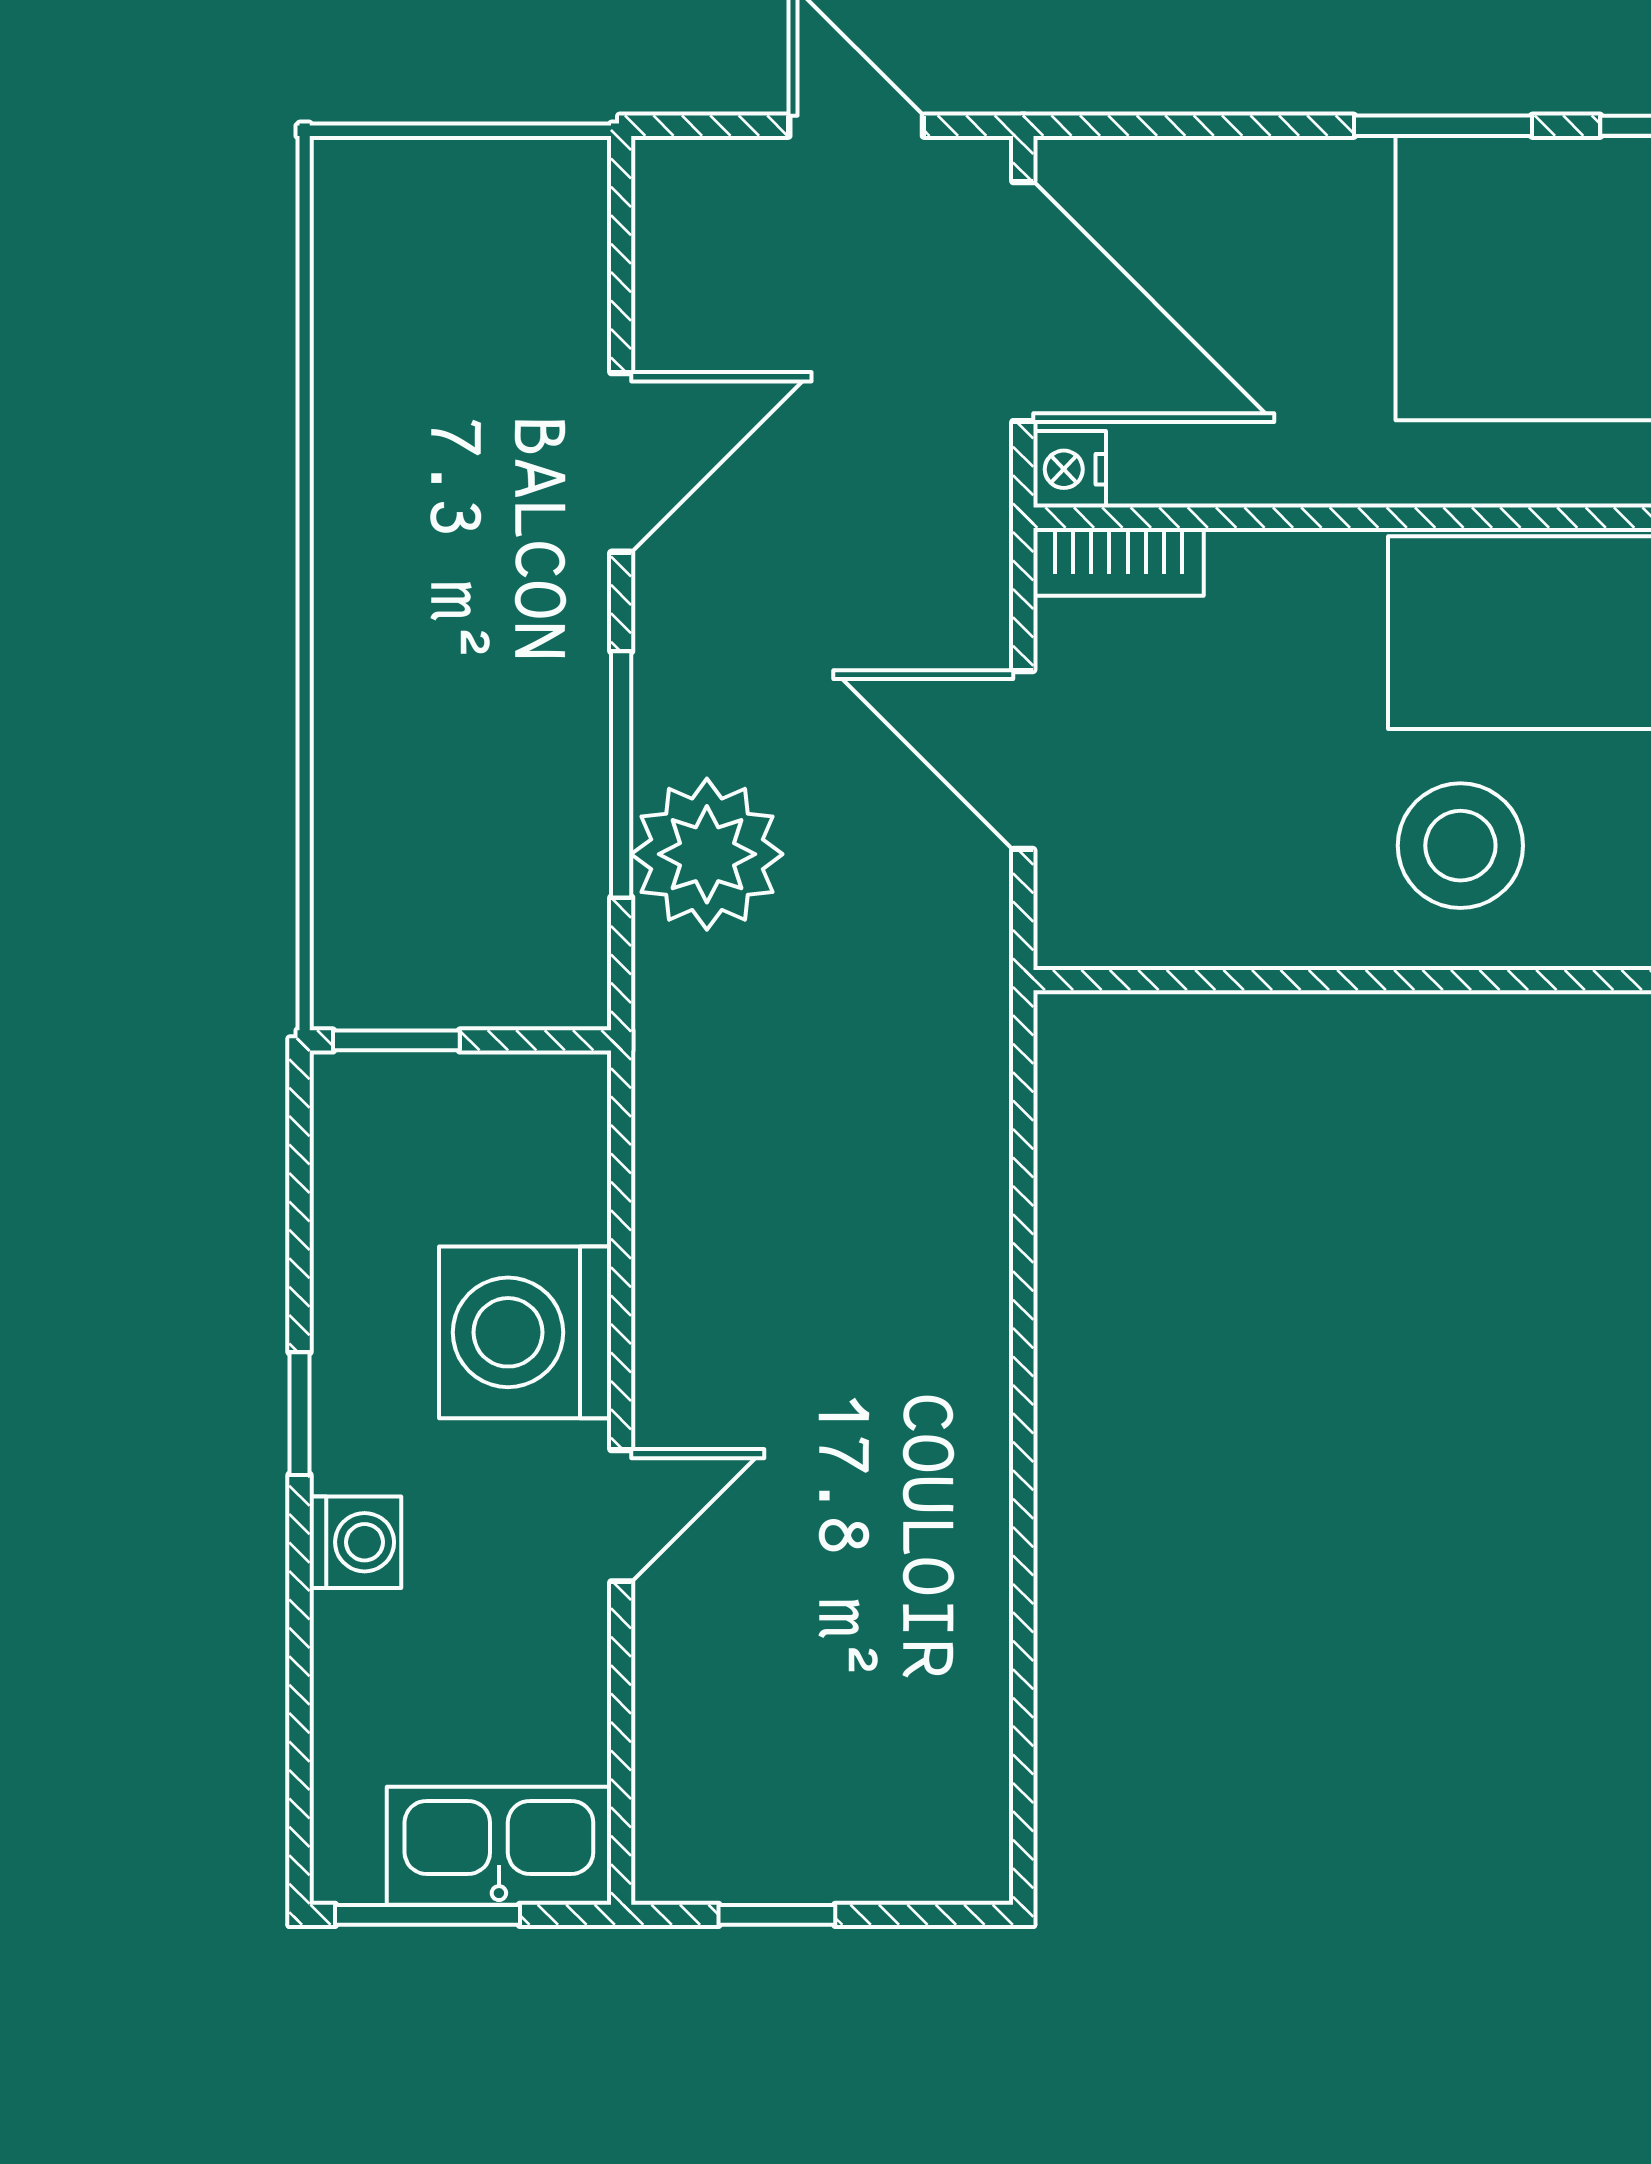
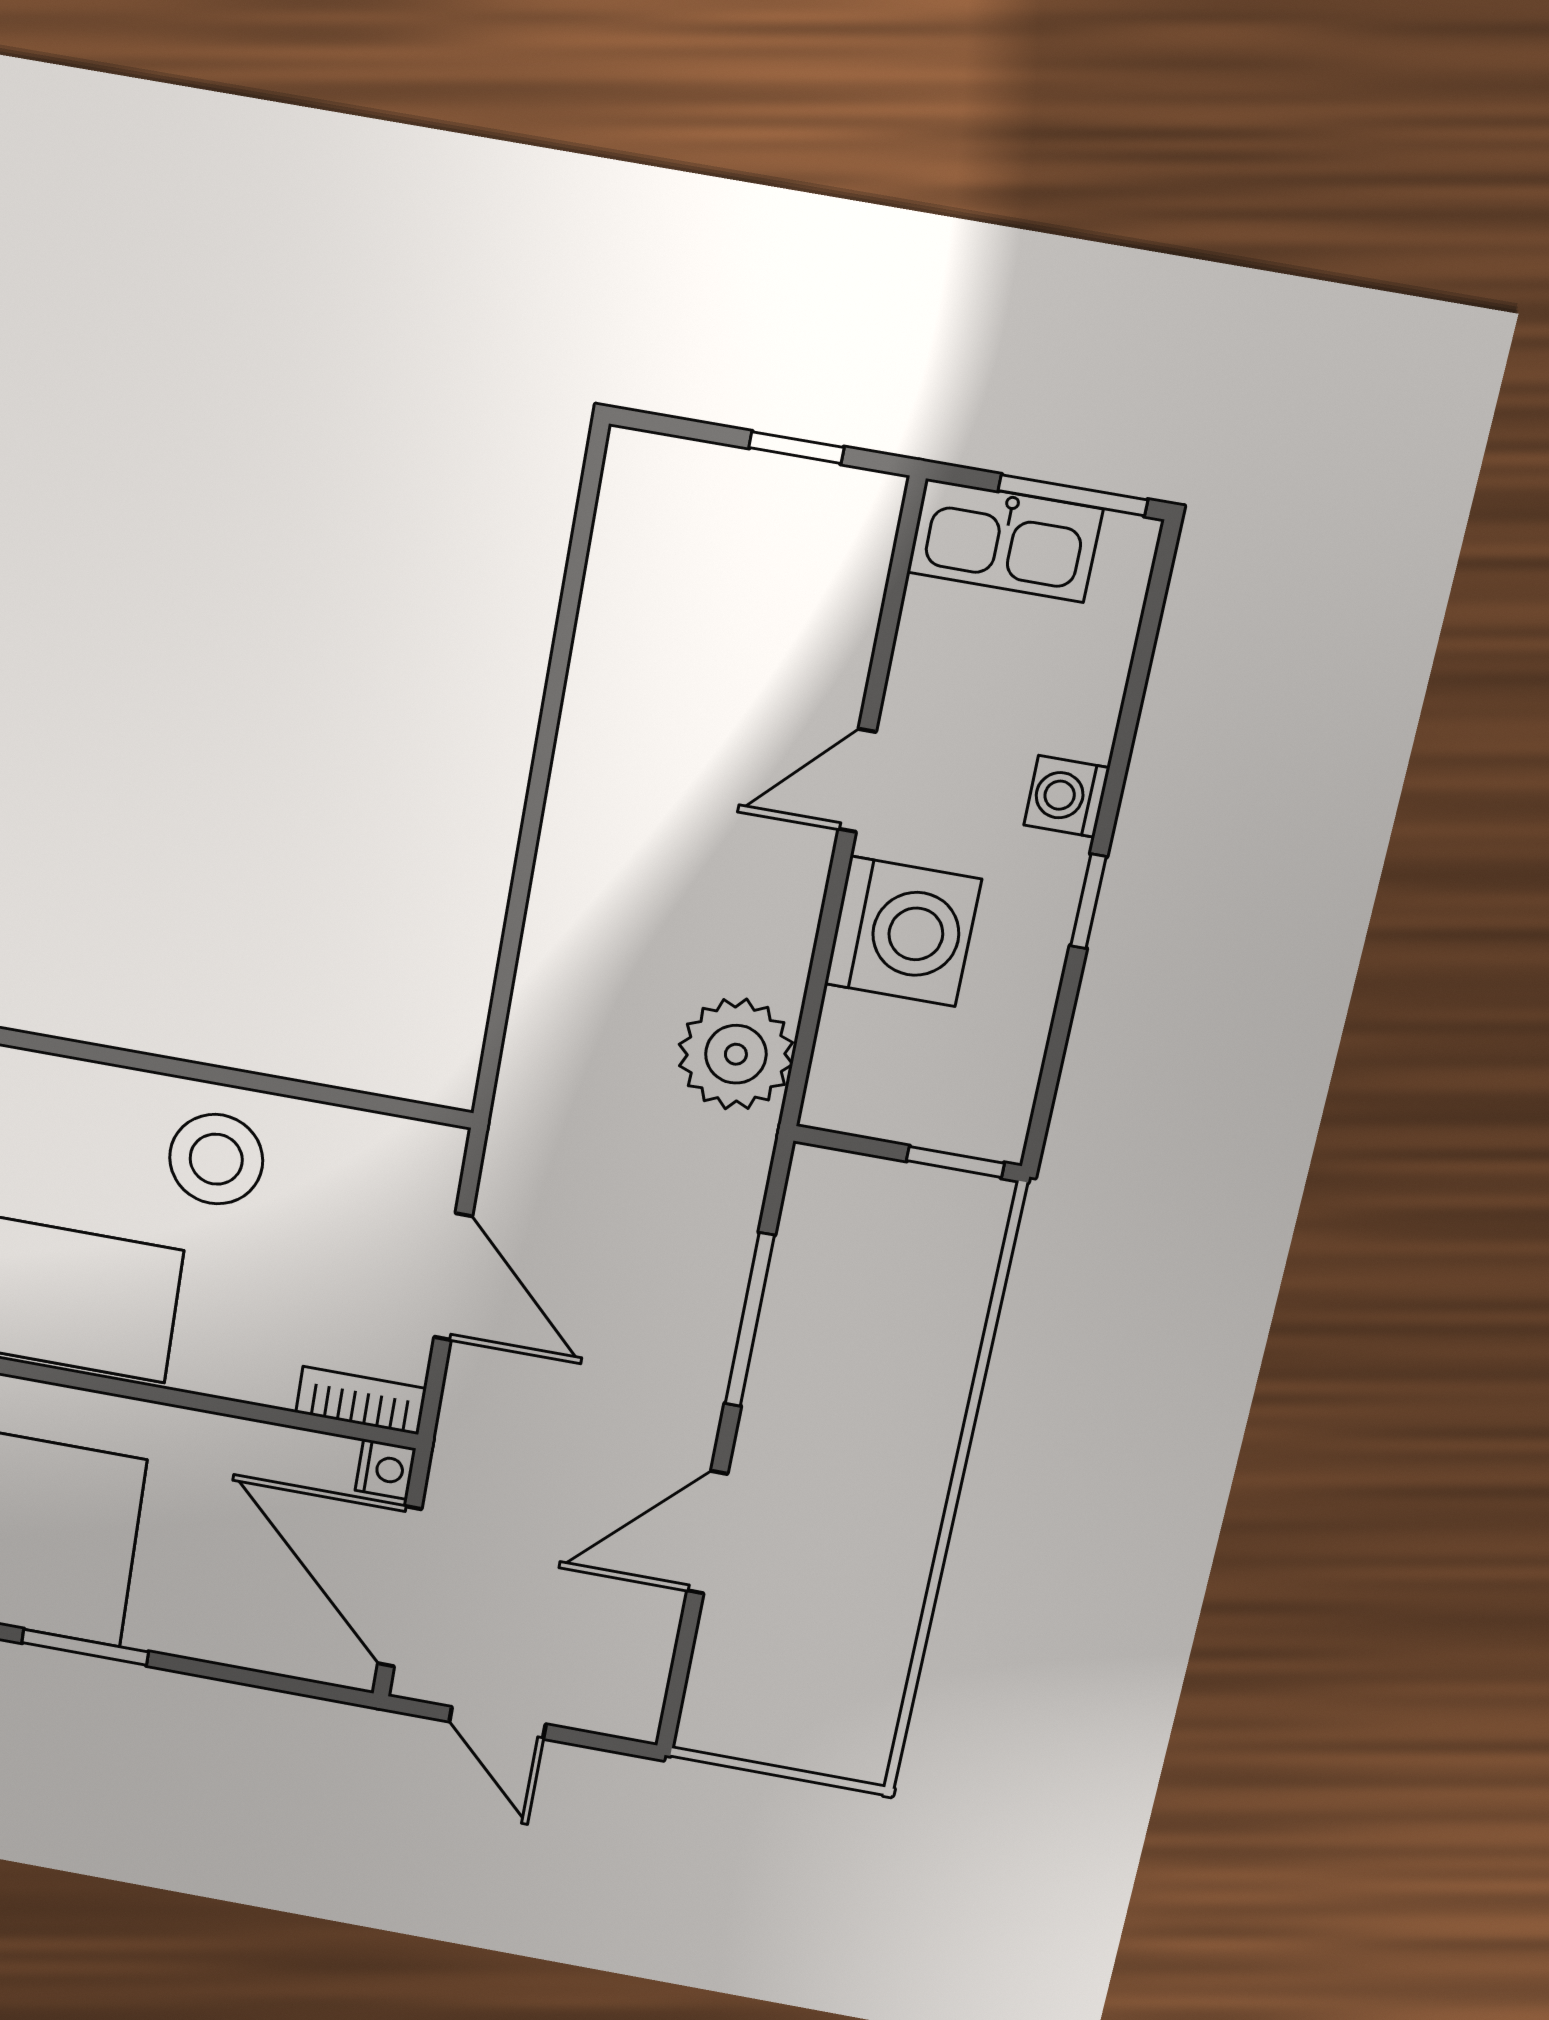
stool: (1460, 846) -> (216, 1159), moved
plant: (707, 854) -> (736, 1054), moved

